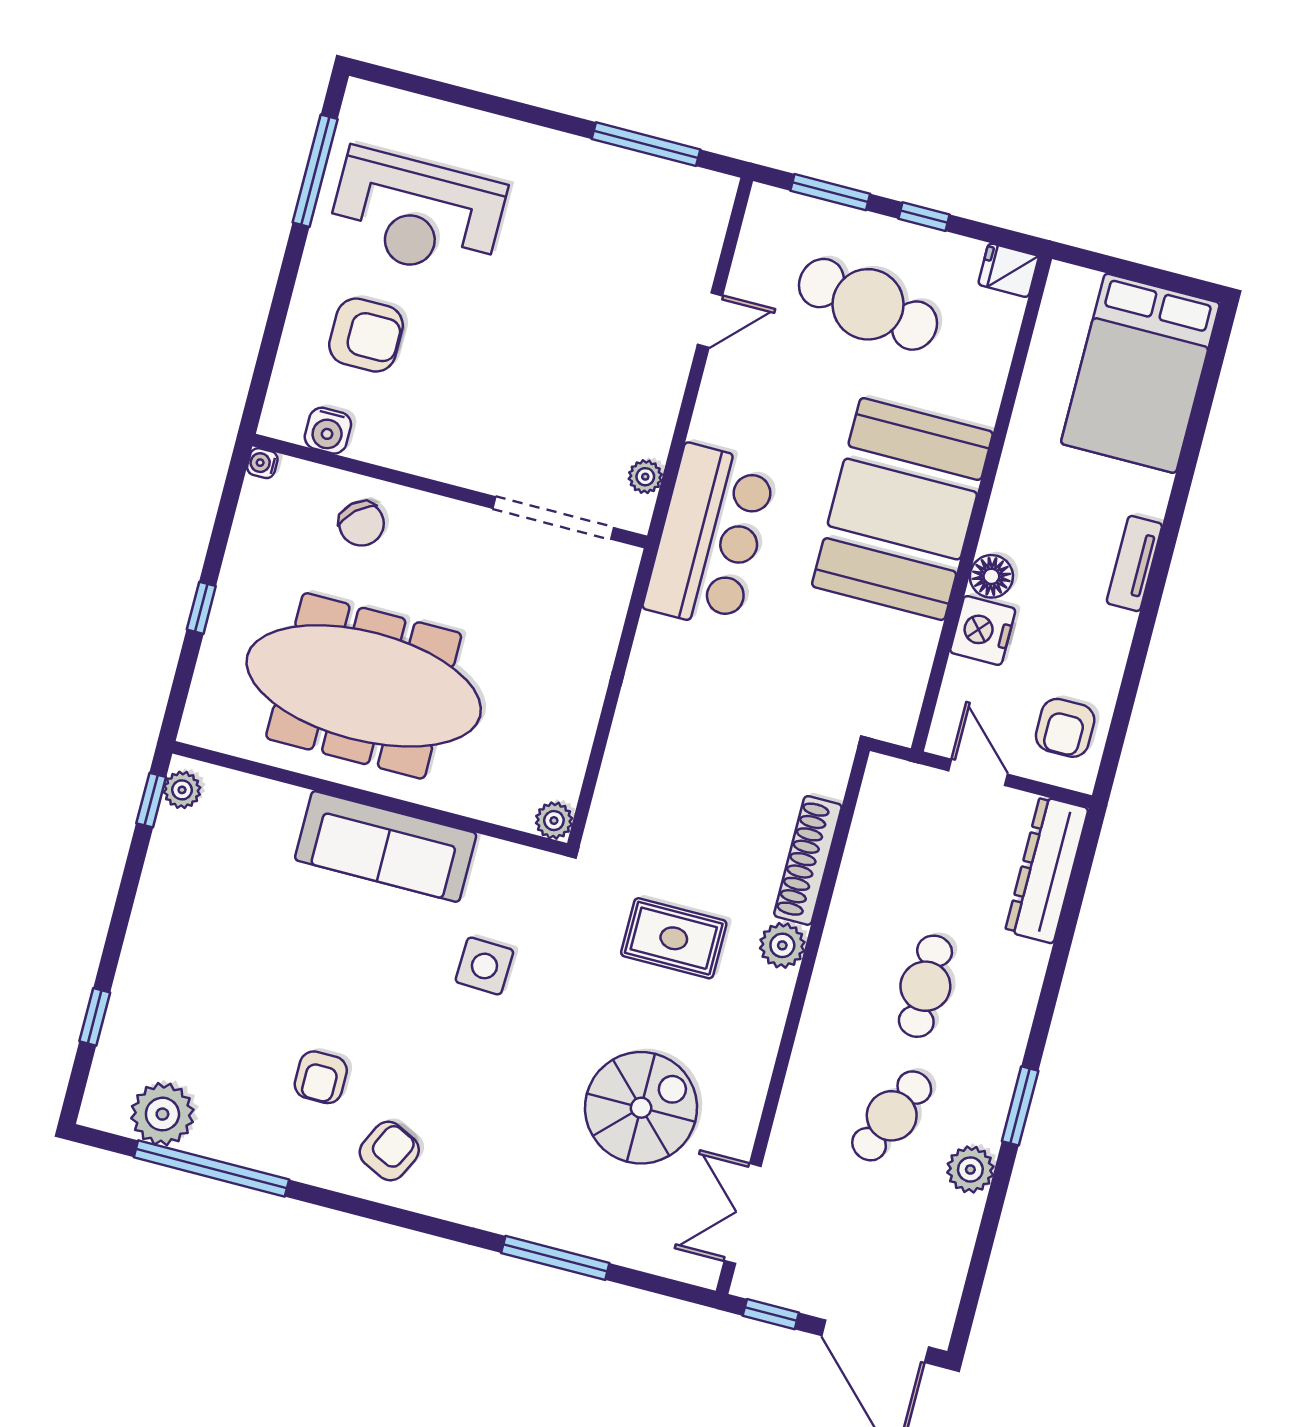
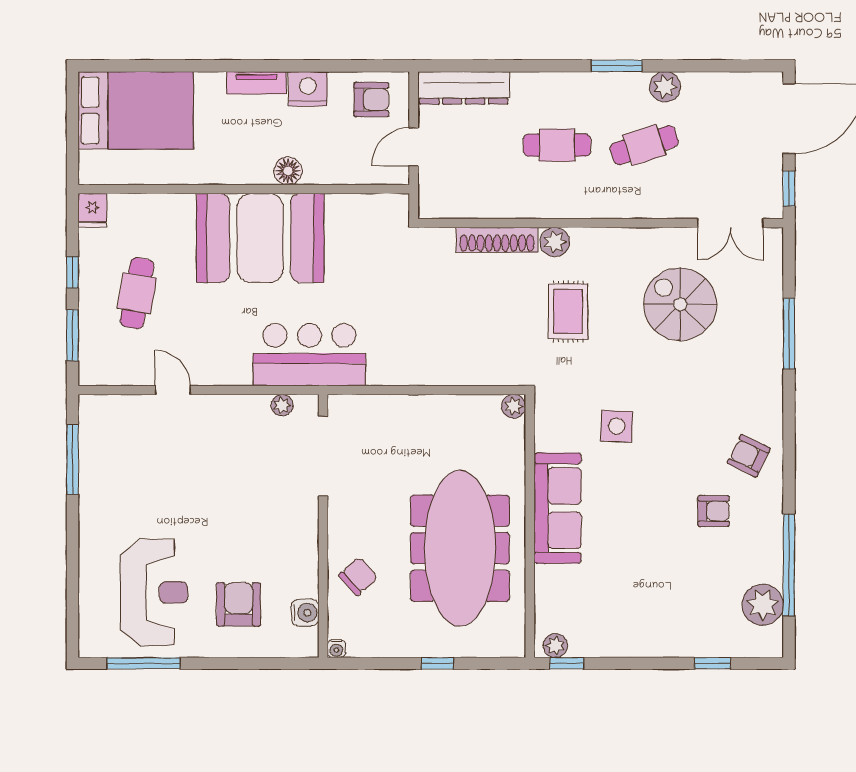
cafe table: (868, 304) -> (137, 293), width x0.73, depth x0.74
nightstand: (983, 630) -> (308, 89), moved, turned 180
cafe table: (892, 1116) -> (644, 145), turned -42

